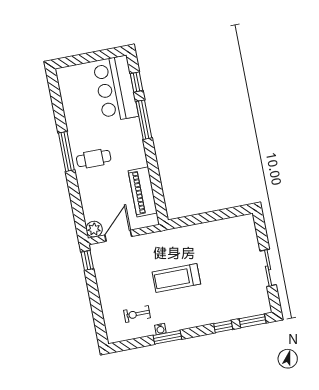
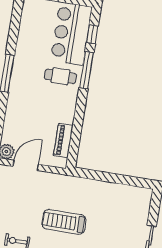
cafe table: (94, 159) -> (60, 76), moved
piano: (143, 192) -> (63, 141), width x0.73, depth x0.75

